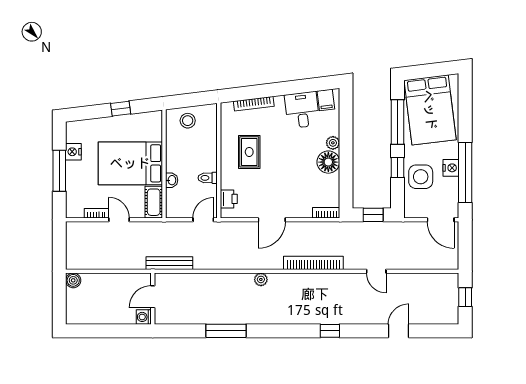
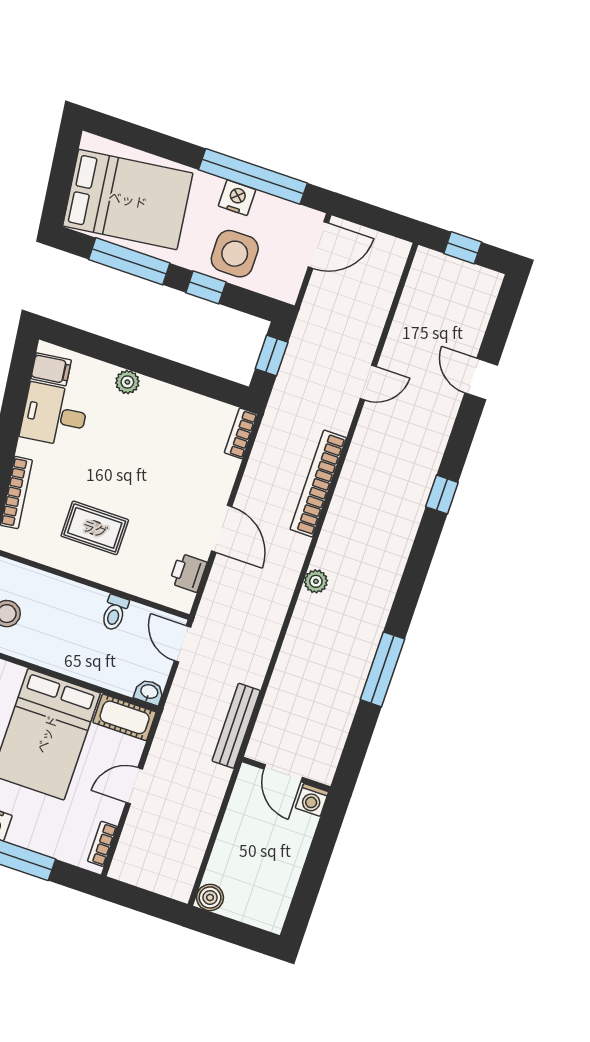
floor lamp: (328, 162) -> (157, 401), removed
washbasin: (172, 180) -> (149, 692), moved
printer: (229, 199) -> (188, 573), moved, turned -90
bookcase: (96, 213) -> (102, 844), moved

